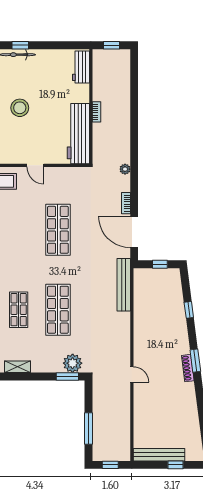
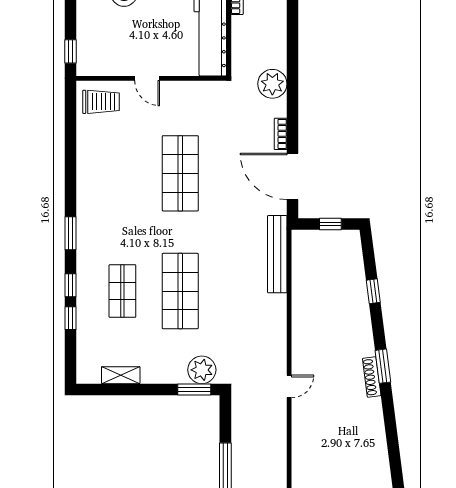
plant: (125, 169) -> (272, 84), width x1.88, depth x1.88
door: (132, 374) -> (289, 386), hinge flipped

